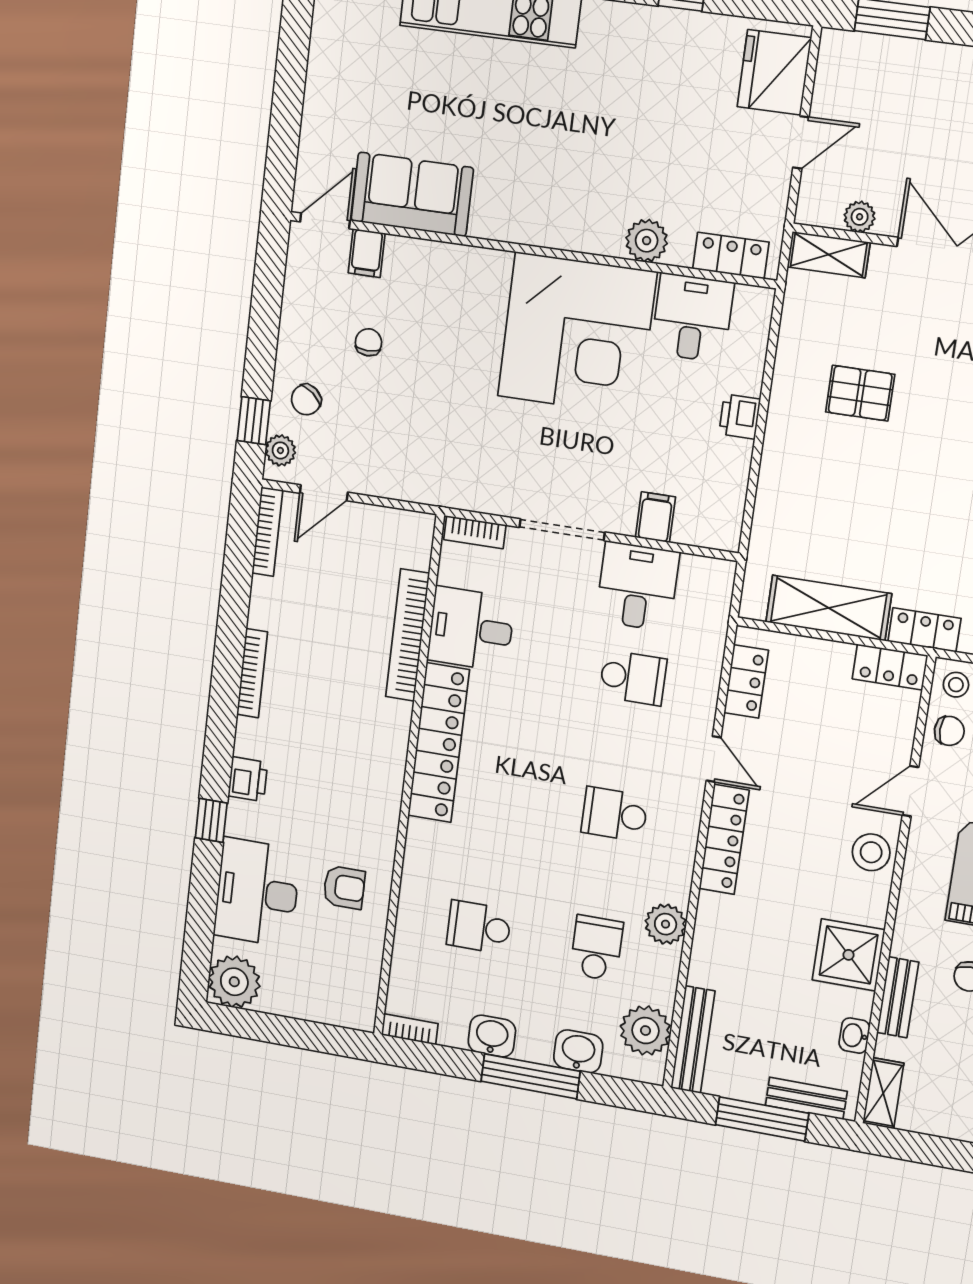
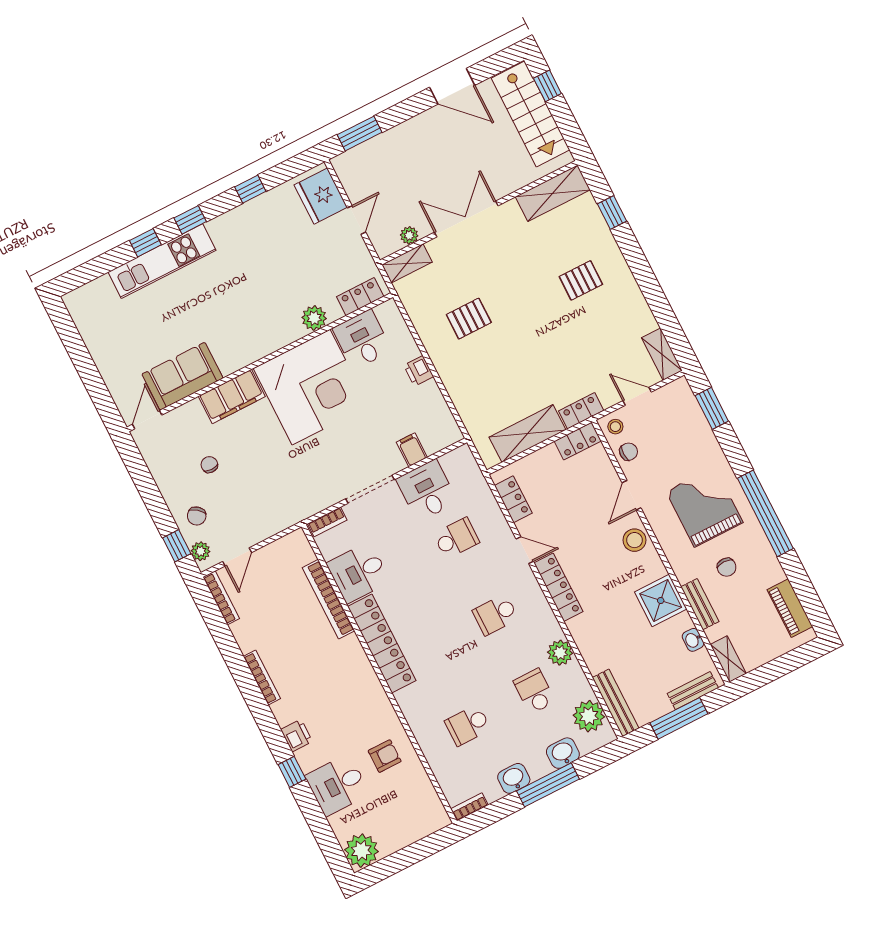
filing cabinet: (367, 253) -> (232, 396), moved, width x3.00, depth x1.17
desk: (257, 892) -> (337, 785), width x0.73

